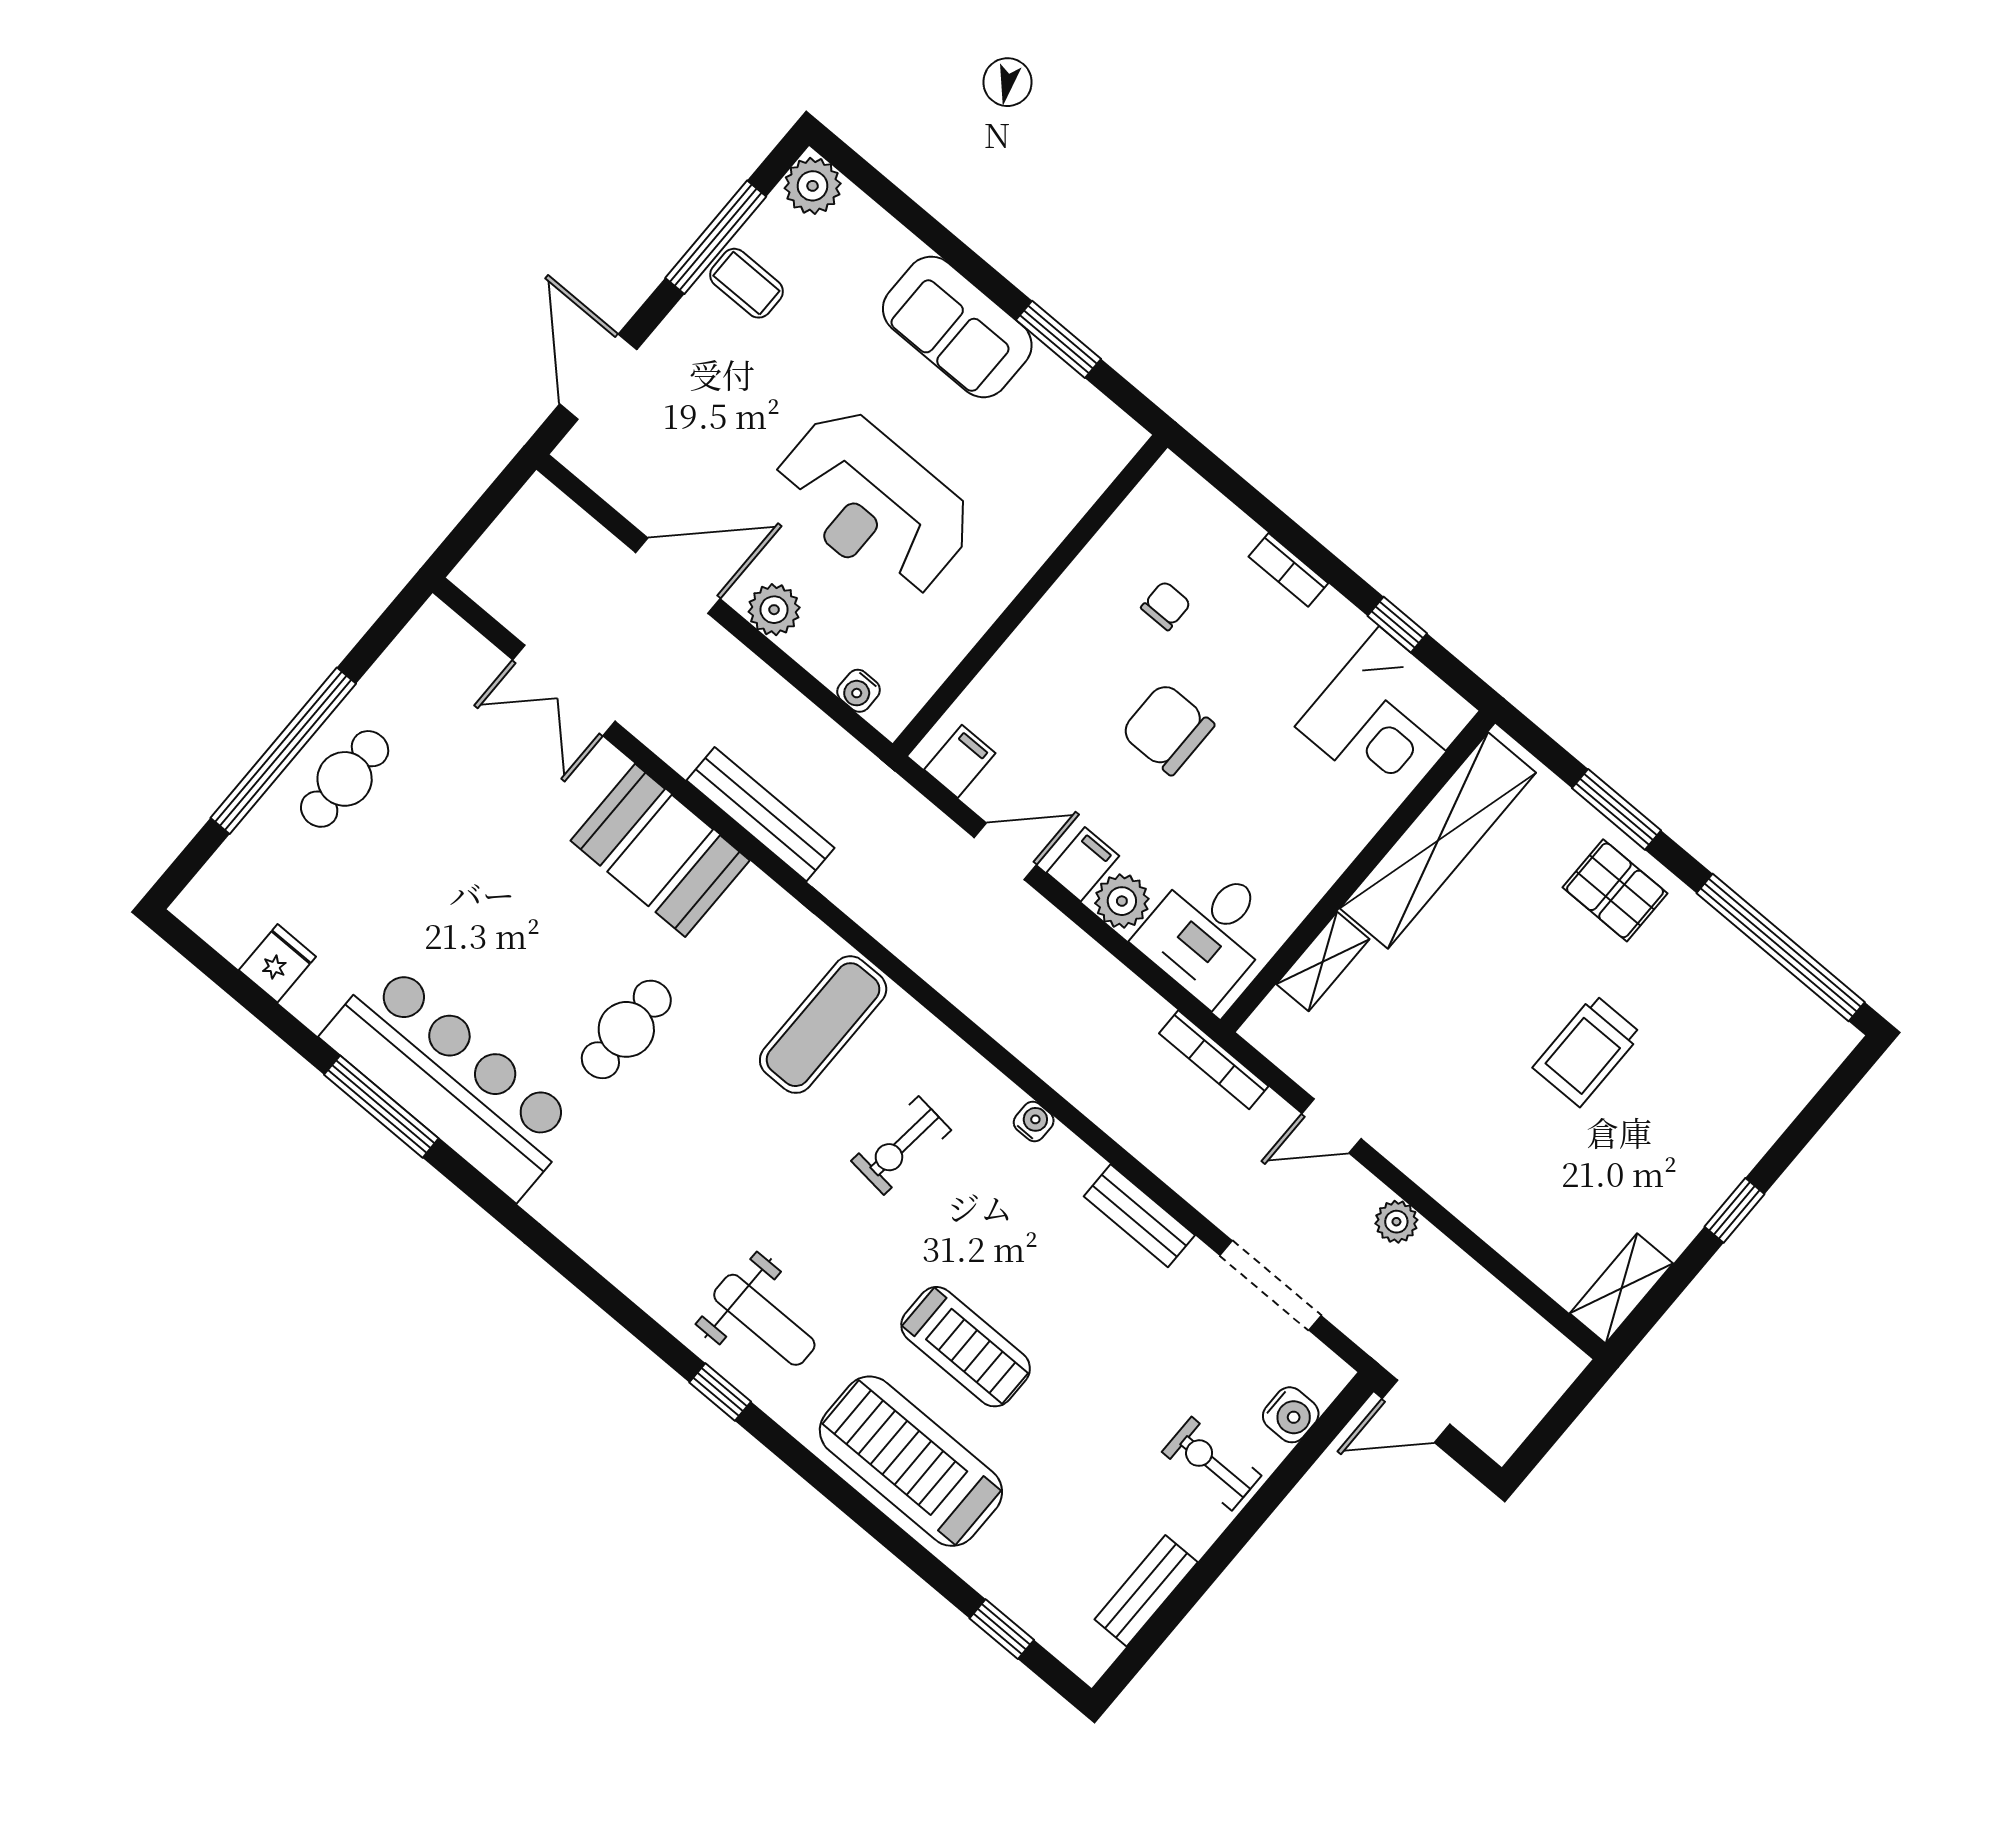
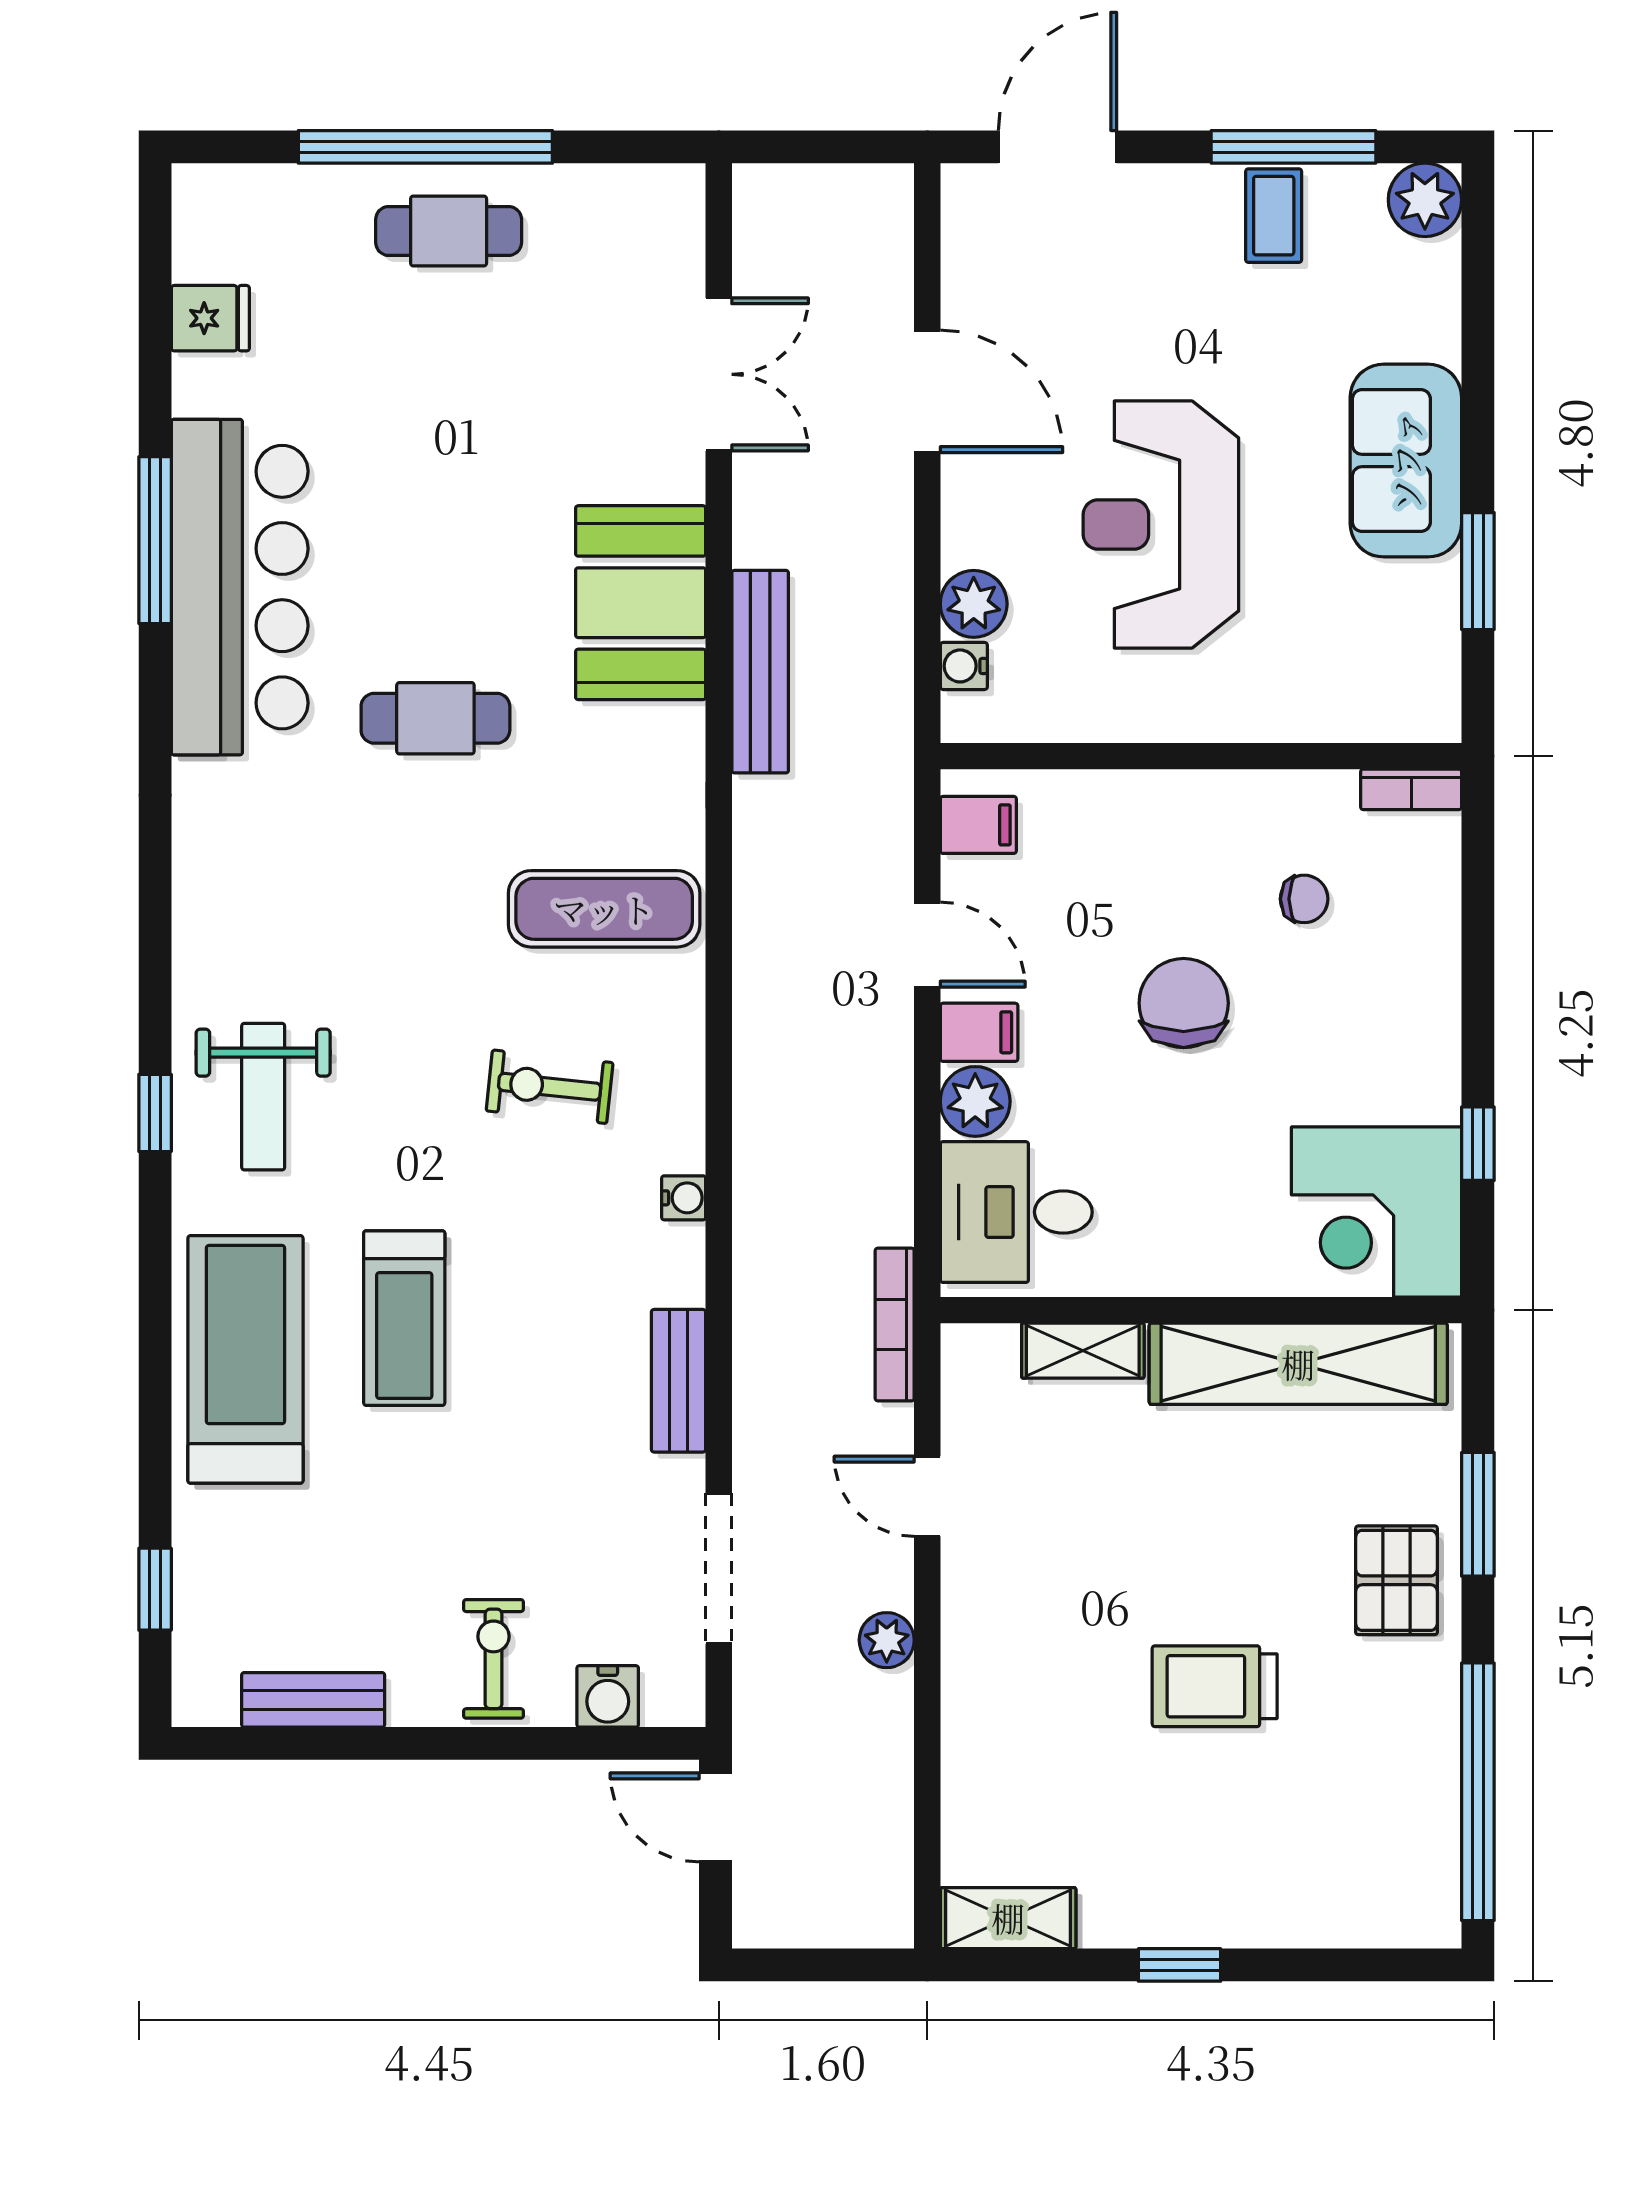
bookcase: (1288, 570) -> (1411, 789), moved, turned -90
plant: (774, 610) -> (974, 604), moved
double door: (564, 691) -> (719, 374), swing flipped

